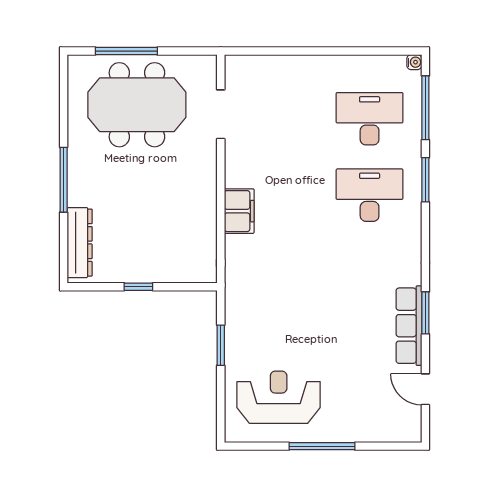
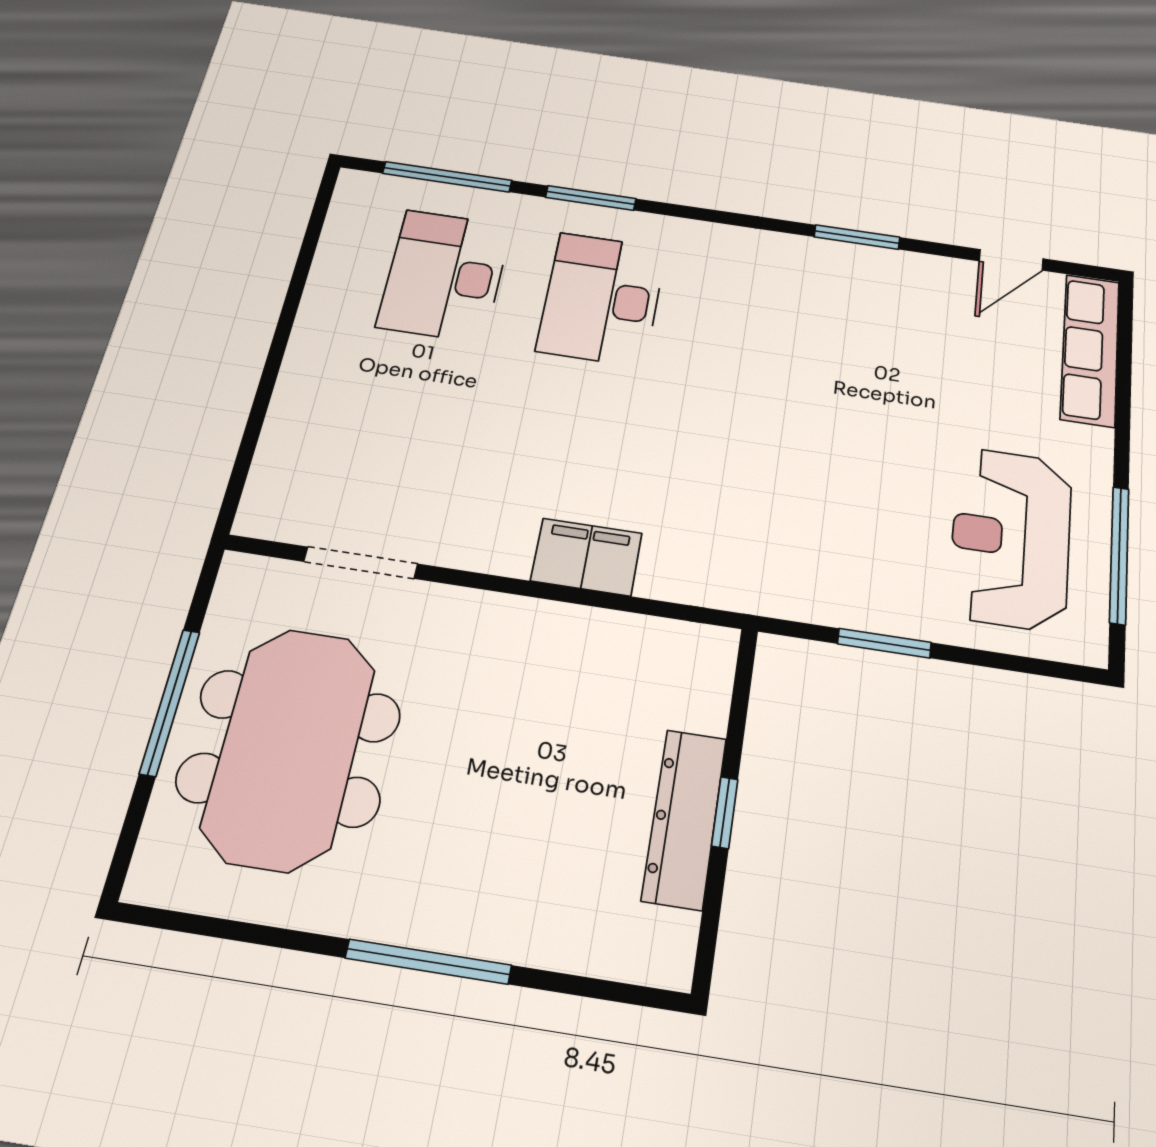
window: (126, 51) -> (170, 702), moved
water cooler: (414, 62) -> (352, 182), removed
dresser: (80, 243) -> (684, 818), moved, turned -90
row of seats: (409, 326) -> (1090, 350), moved, turned 90
window: (322, 446) -> (1119, 555), moved

